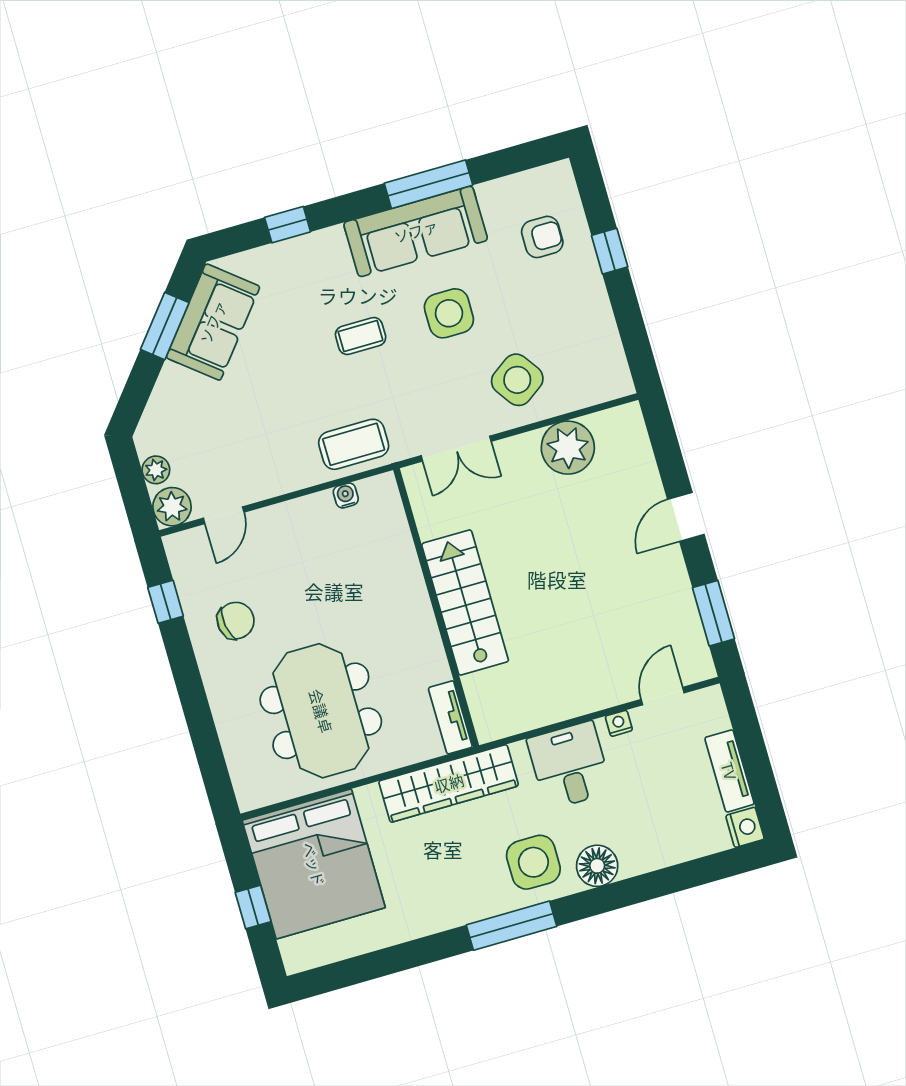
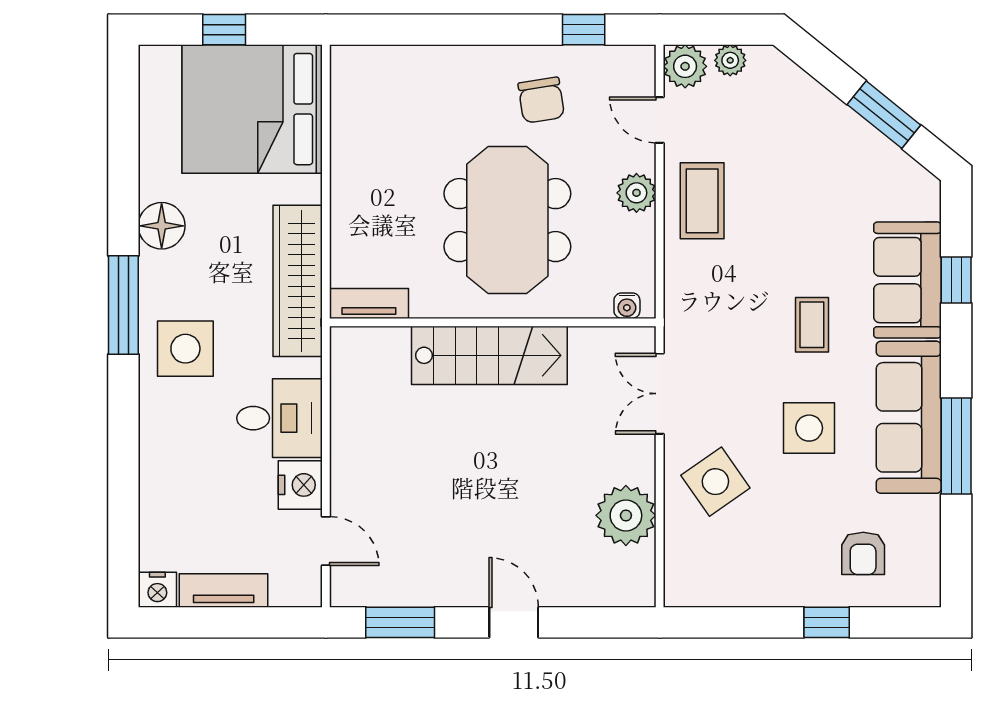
sofa: (213, 322) -> (907, 280), moved, turned 51
coffee table: (354, 444) -> (702, 201), moved
water cooler: (346, 495) -> (627, 306), moved, turned 90
plant: (291, 517) -> (636, 193), added
meeting table: (321, 711) -> (507, 220), moved, turned 90
nightstand: (619, 723) -> (300, 485), width x1.89, depth x1.79
floor lamp: (597, 866) -> (162, 226), moved

